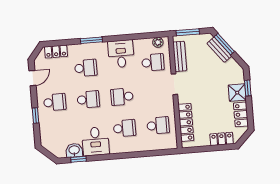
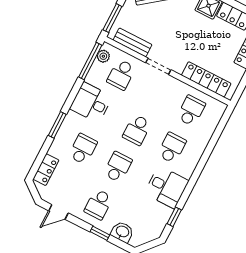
window: (149, 35) -> (90, 61), added
school desk: (153, 62) -> (121, 75), turned 180
door: (32, 78) -> (58, 212), swing flipped
school desk: (55, 102) -> (99, 204), turned 180
washbasin: (74, 150) -> (122, 232), moved, turned 90

